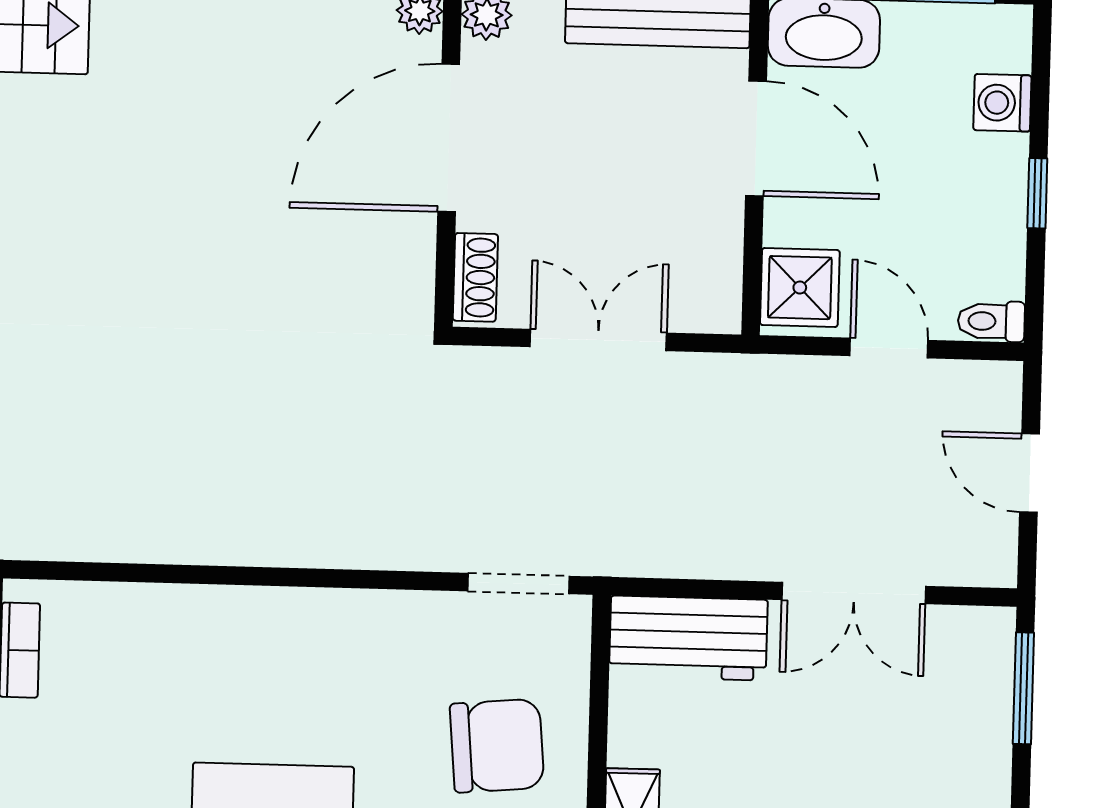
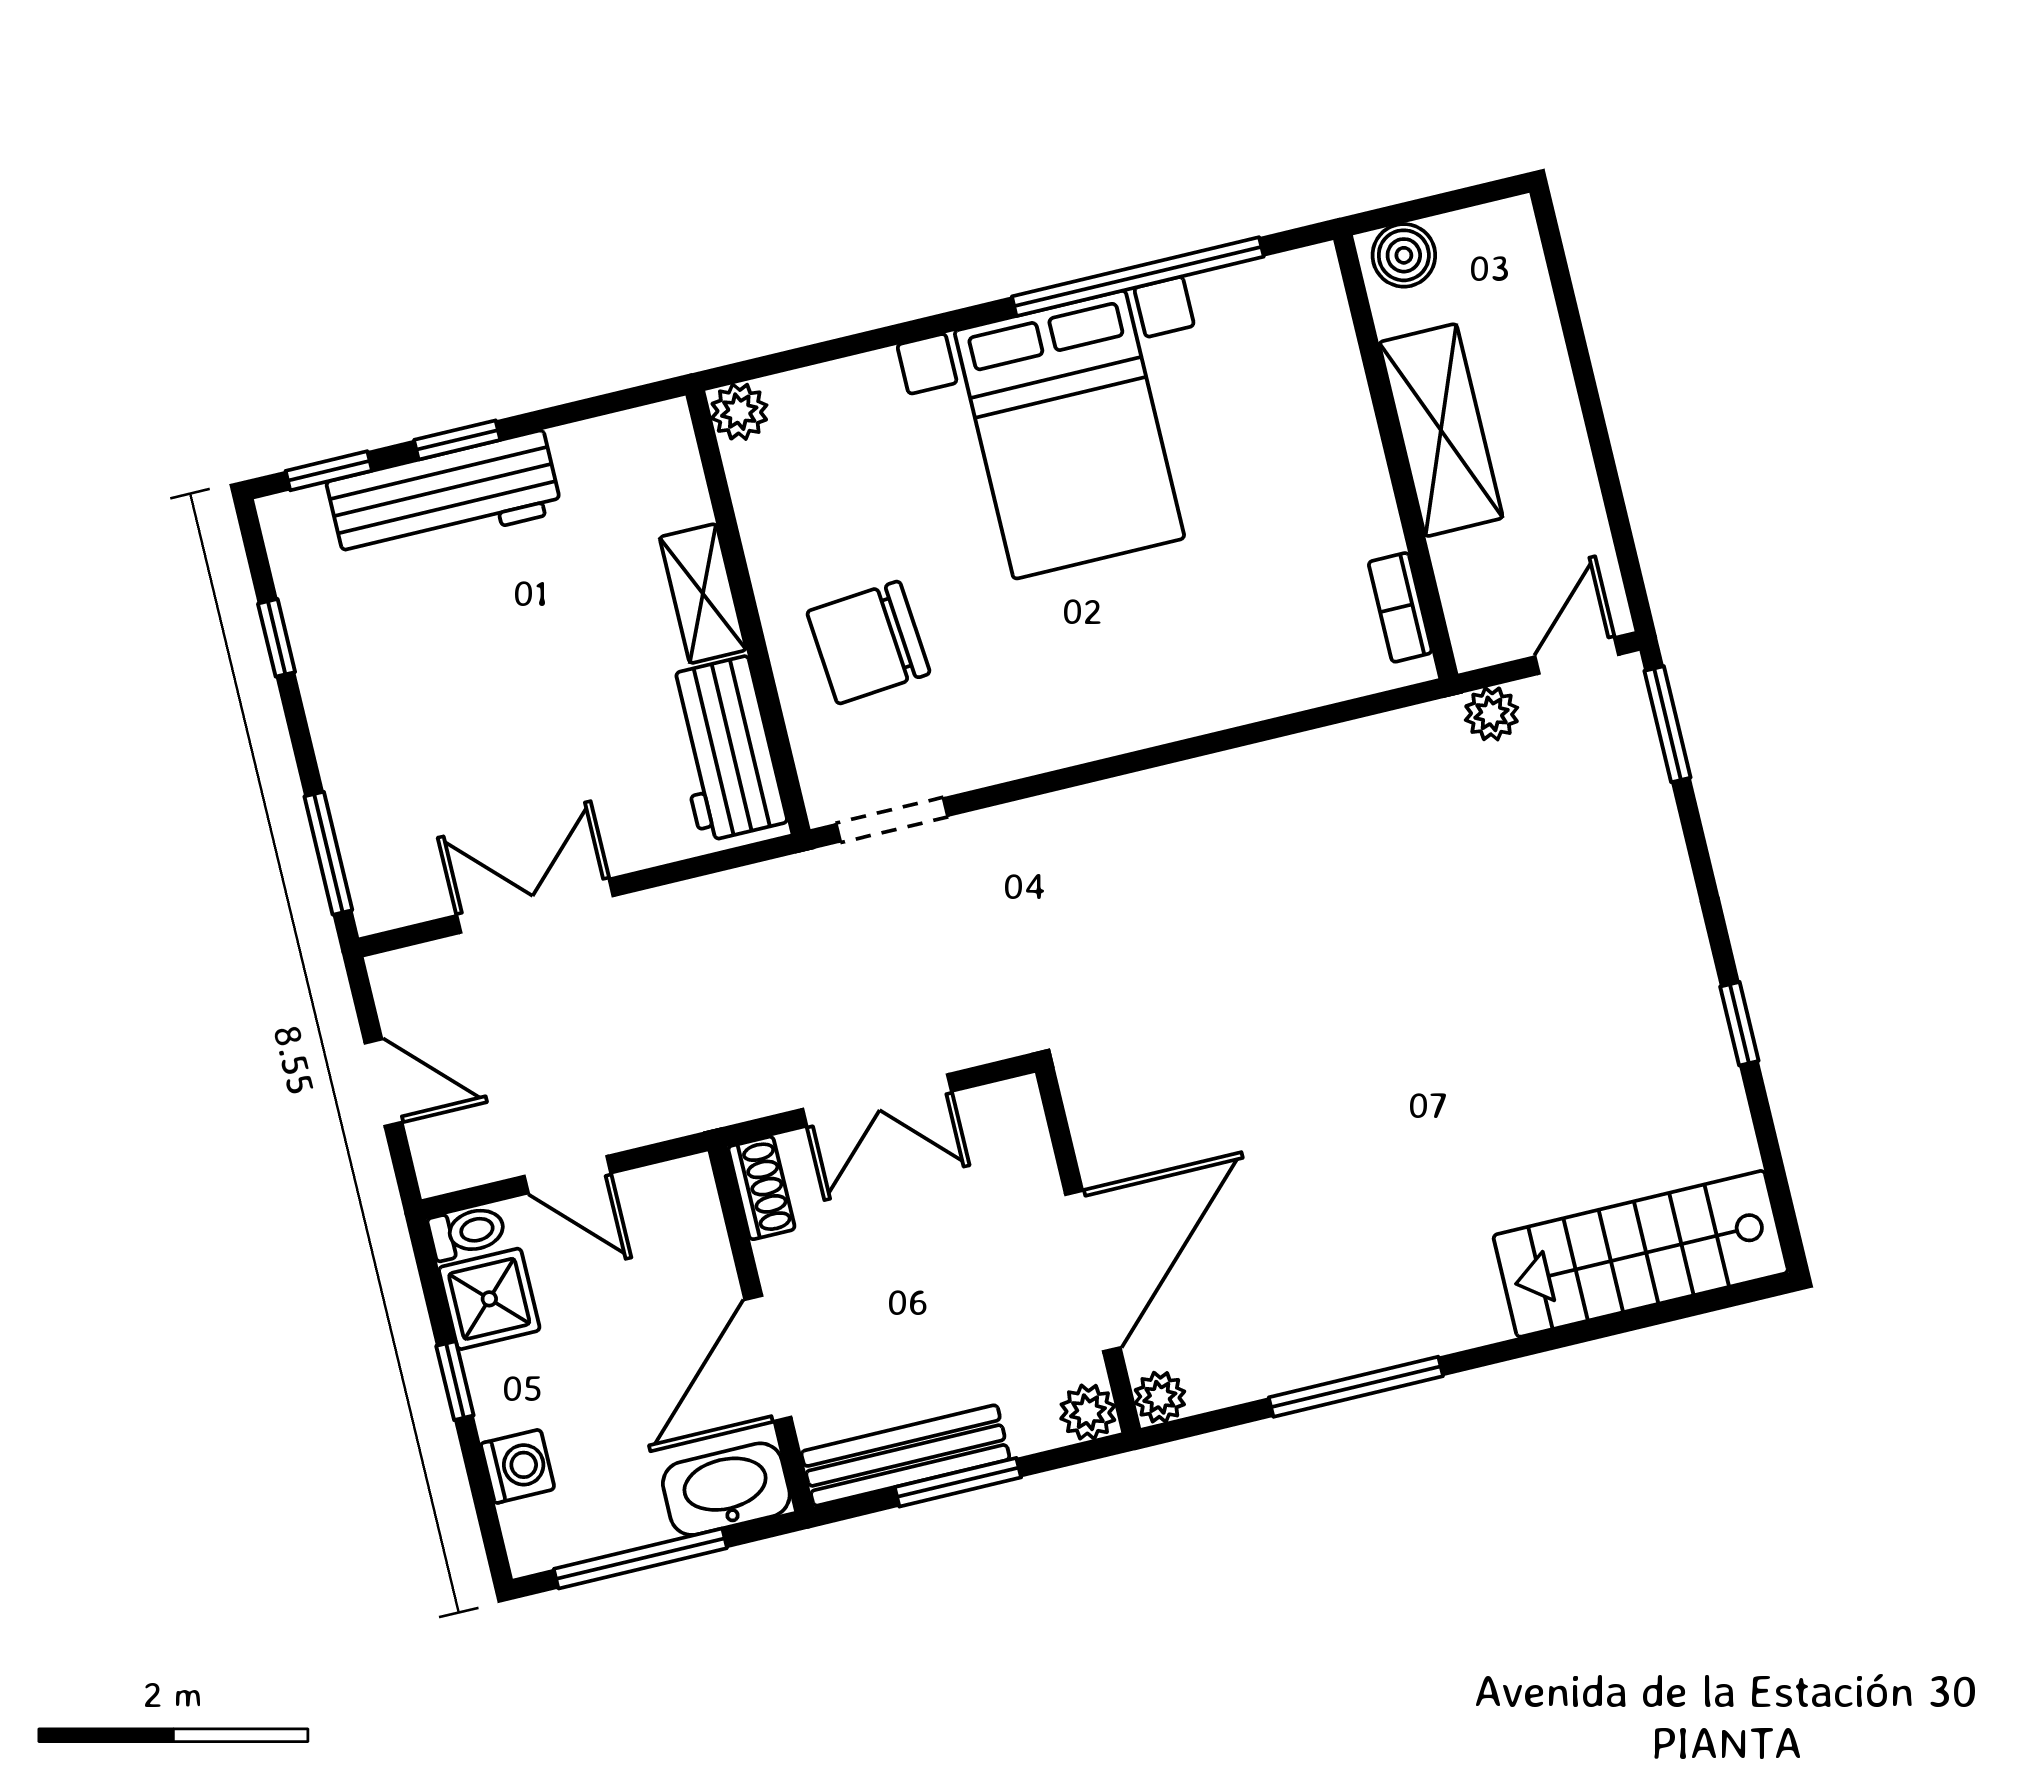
door: (756, 138) -> (768, 1358), hinge flipped
shoe rack: (475, 277) -> (761, 1188), moved, turned 180
shower: (800, 288) -> (489, 1299), moved
workbench: (688, 638) -> (725, 749), moved, turned -90

